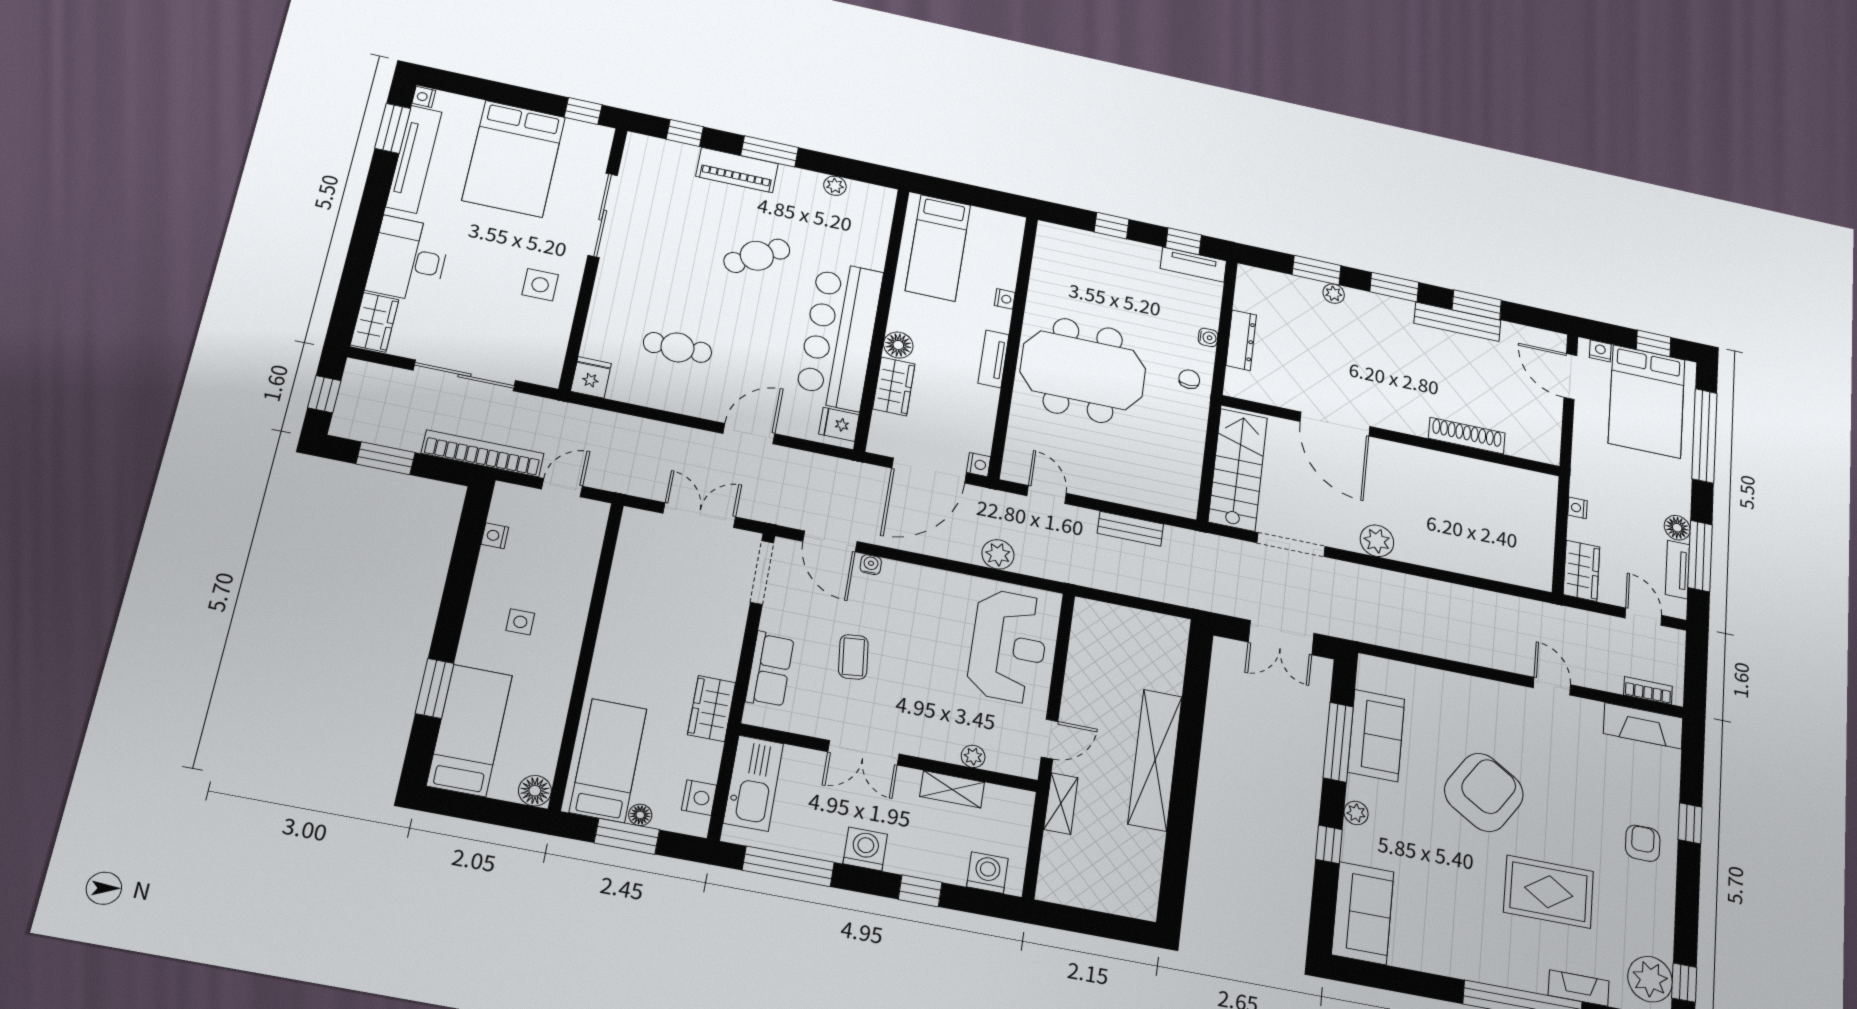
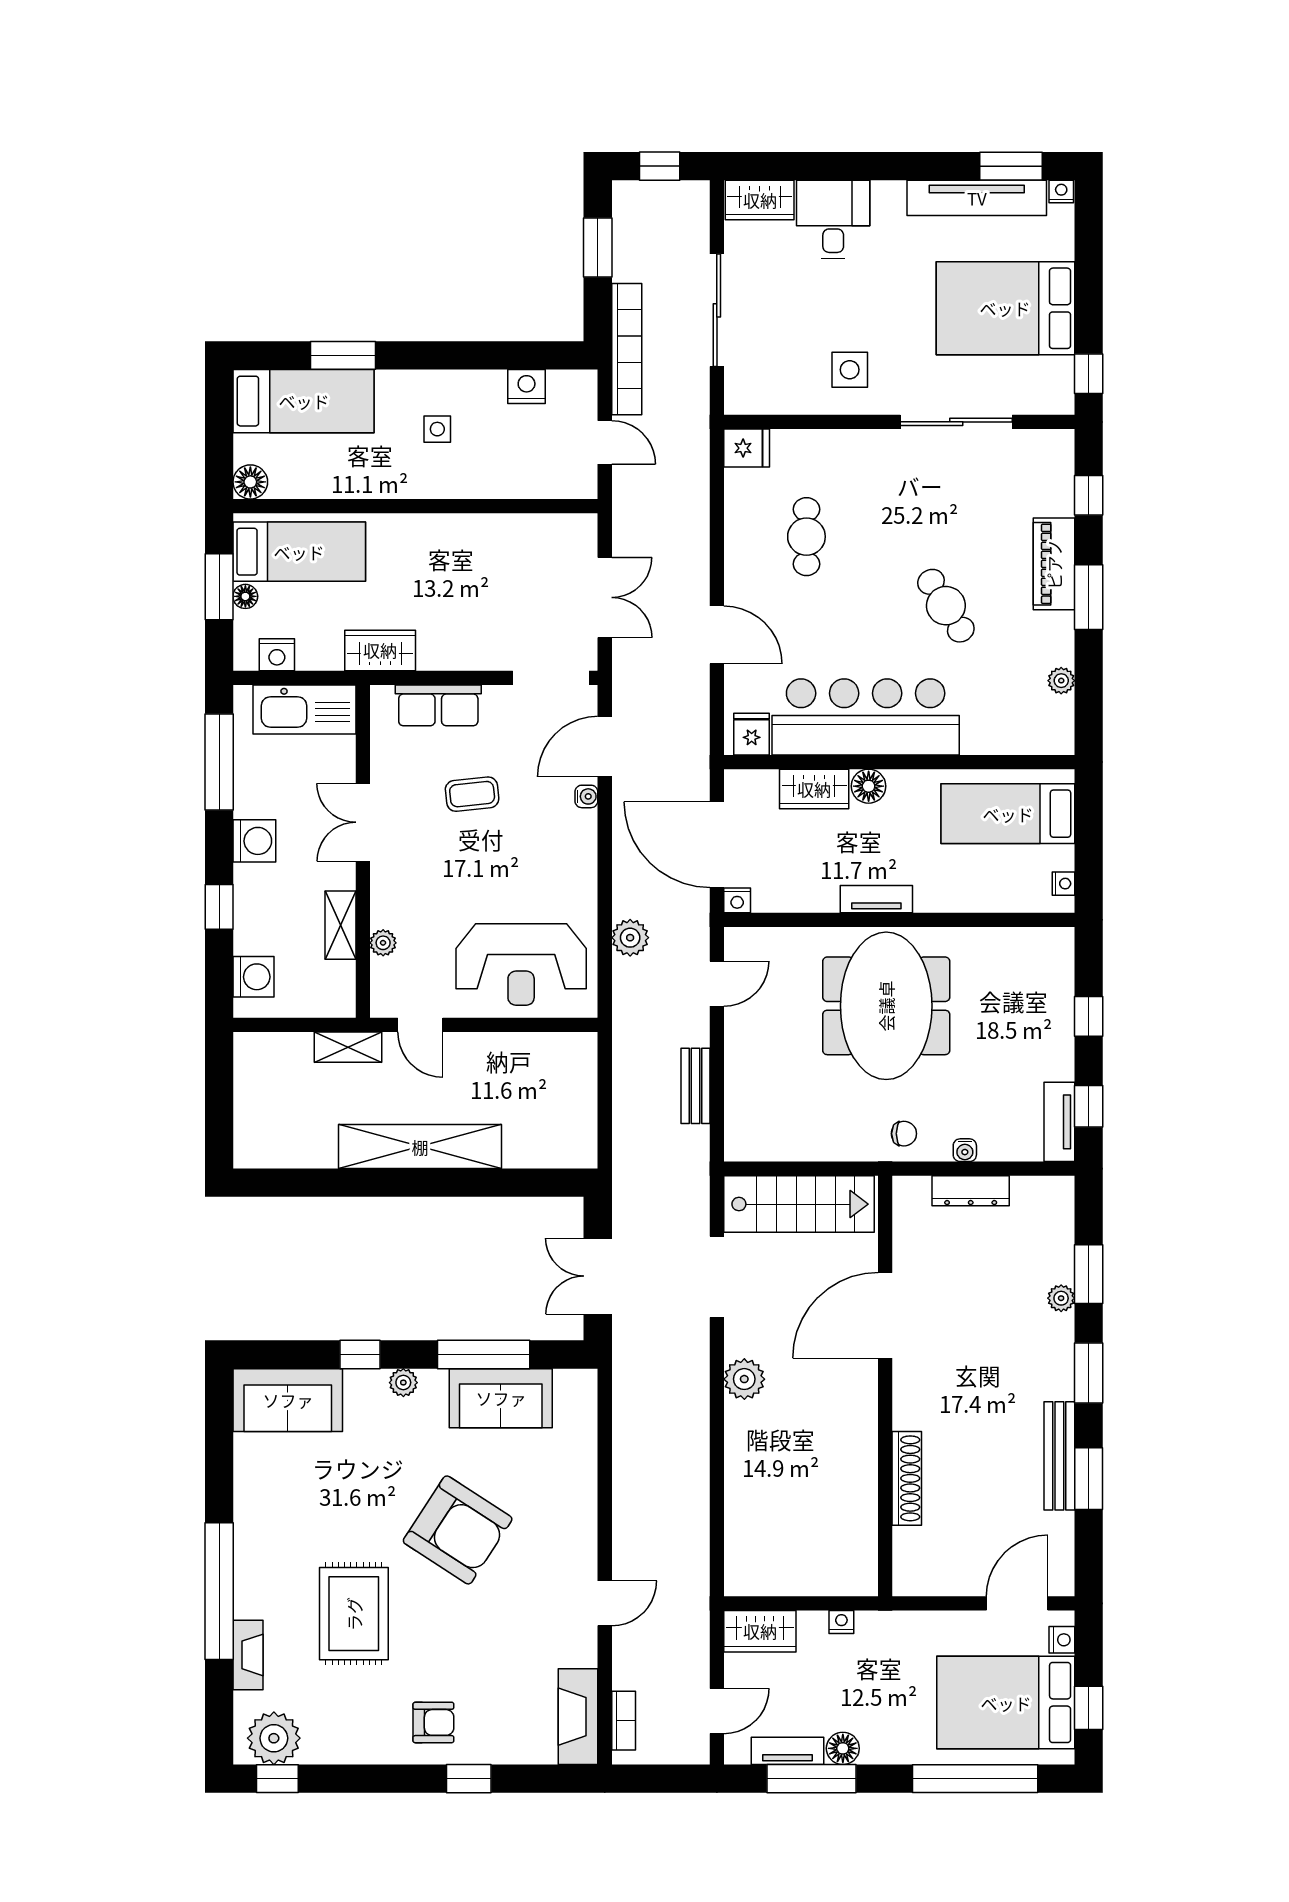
desk: (408, 259) -> (833, 219), width x0.73
nightstand: (1005, 299) -> (1063, 884), moved, turned -90
nightstand: (495, 536) -> (527, 387), width x1.39, depth x1.35

